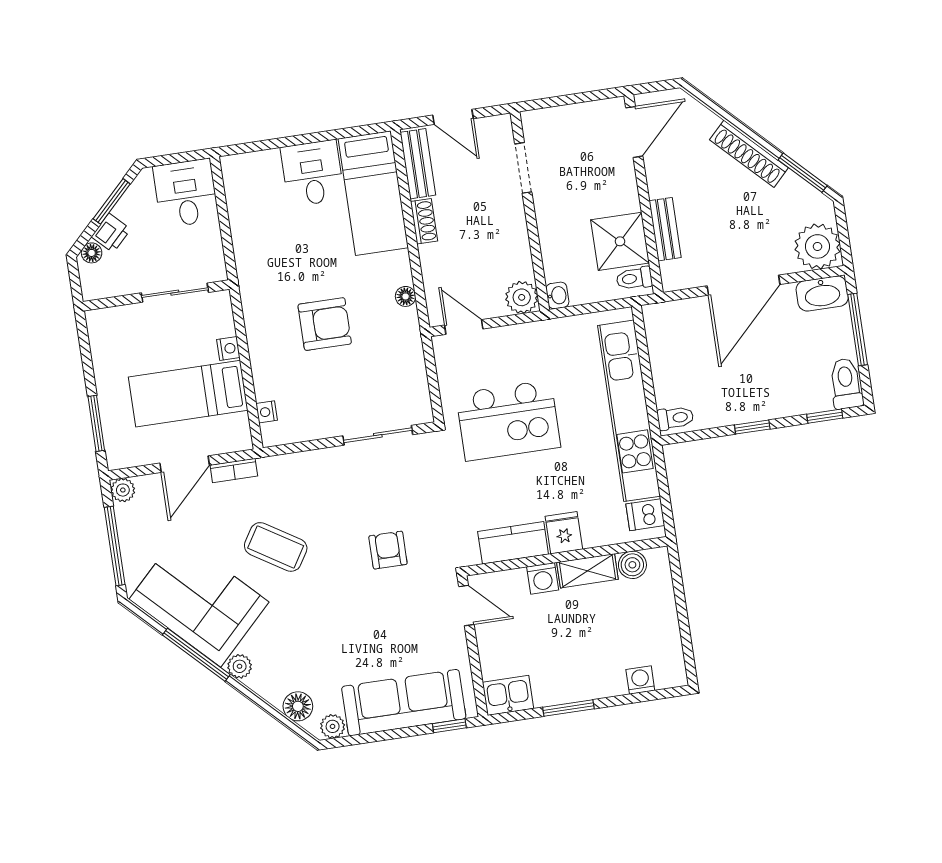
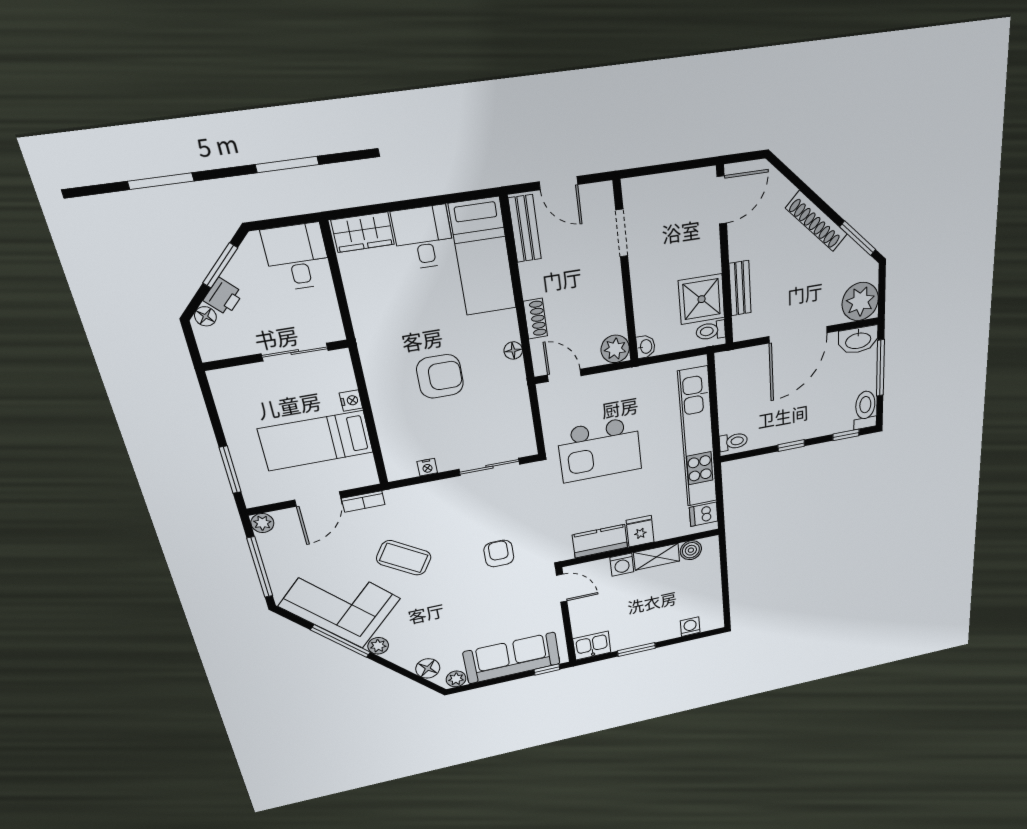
wardrobe: (252, 168) -> (363, 232), added
shoe rack: (424, 221) -> (535, 319), moved
nightstand: (267, 412) -> (427, 467), moved, turned -90

